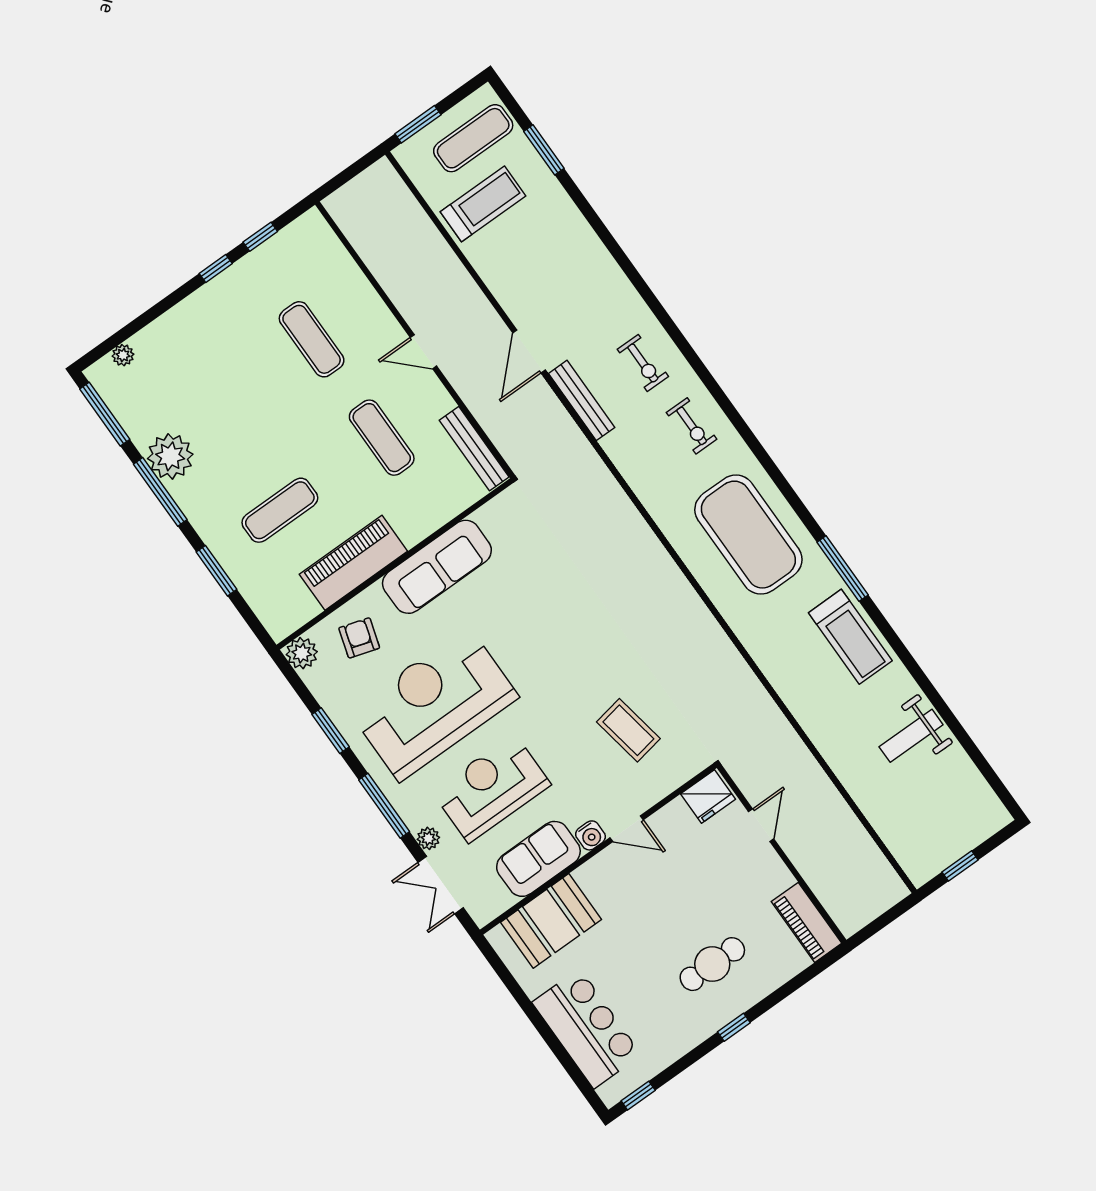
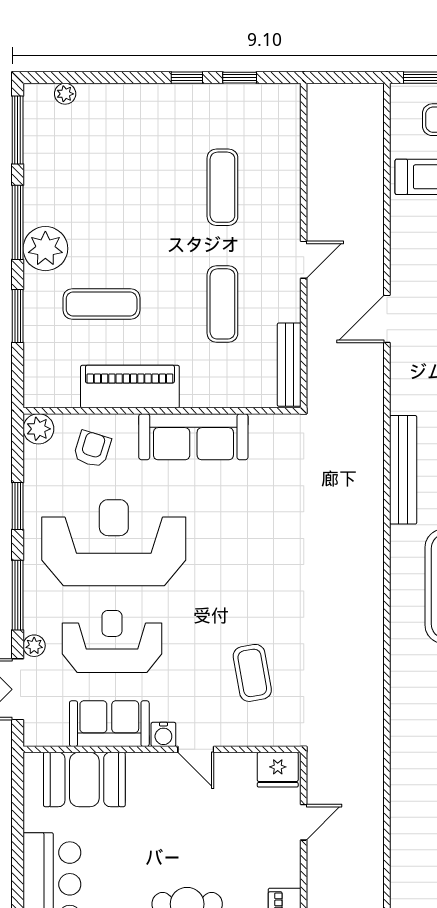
door: (423, 352) -> (304, 260), swing flipped
bench: (582, 400) -> (403, 470), moved, width x1.37, depth x1.21
plant: (170, 456) -> (45, 249), moved

